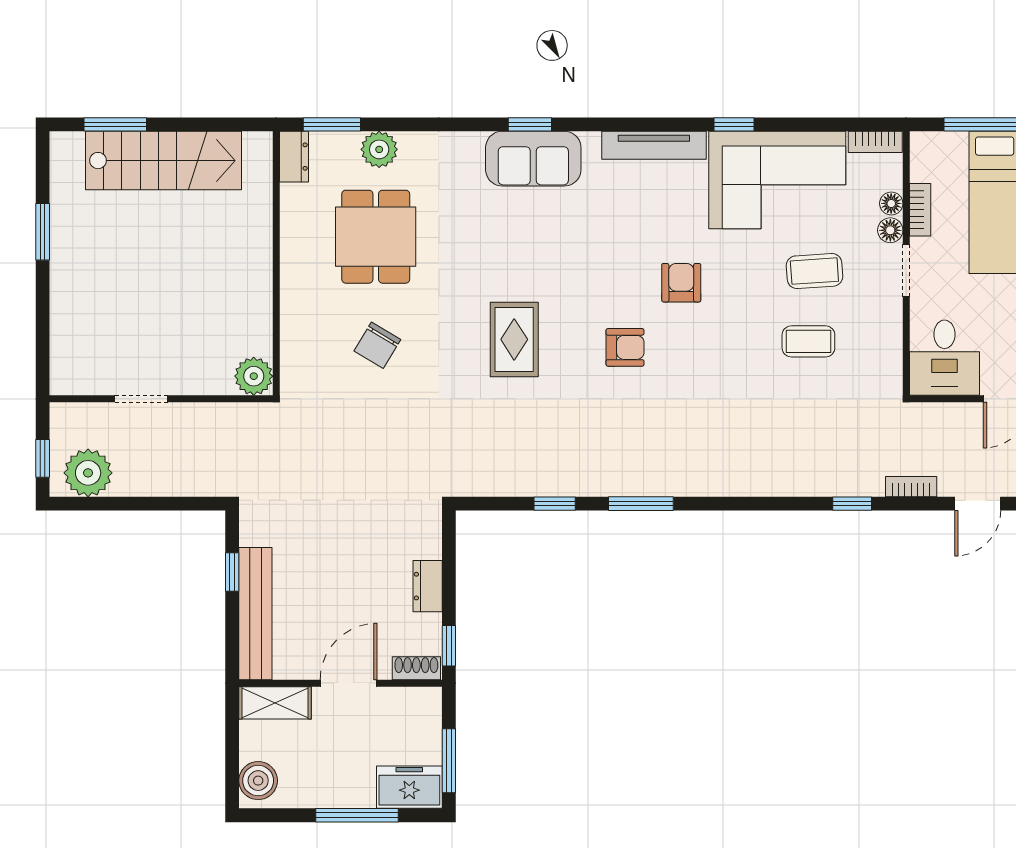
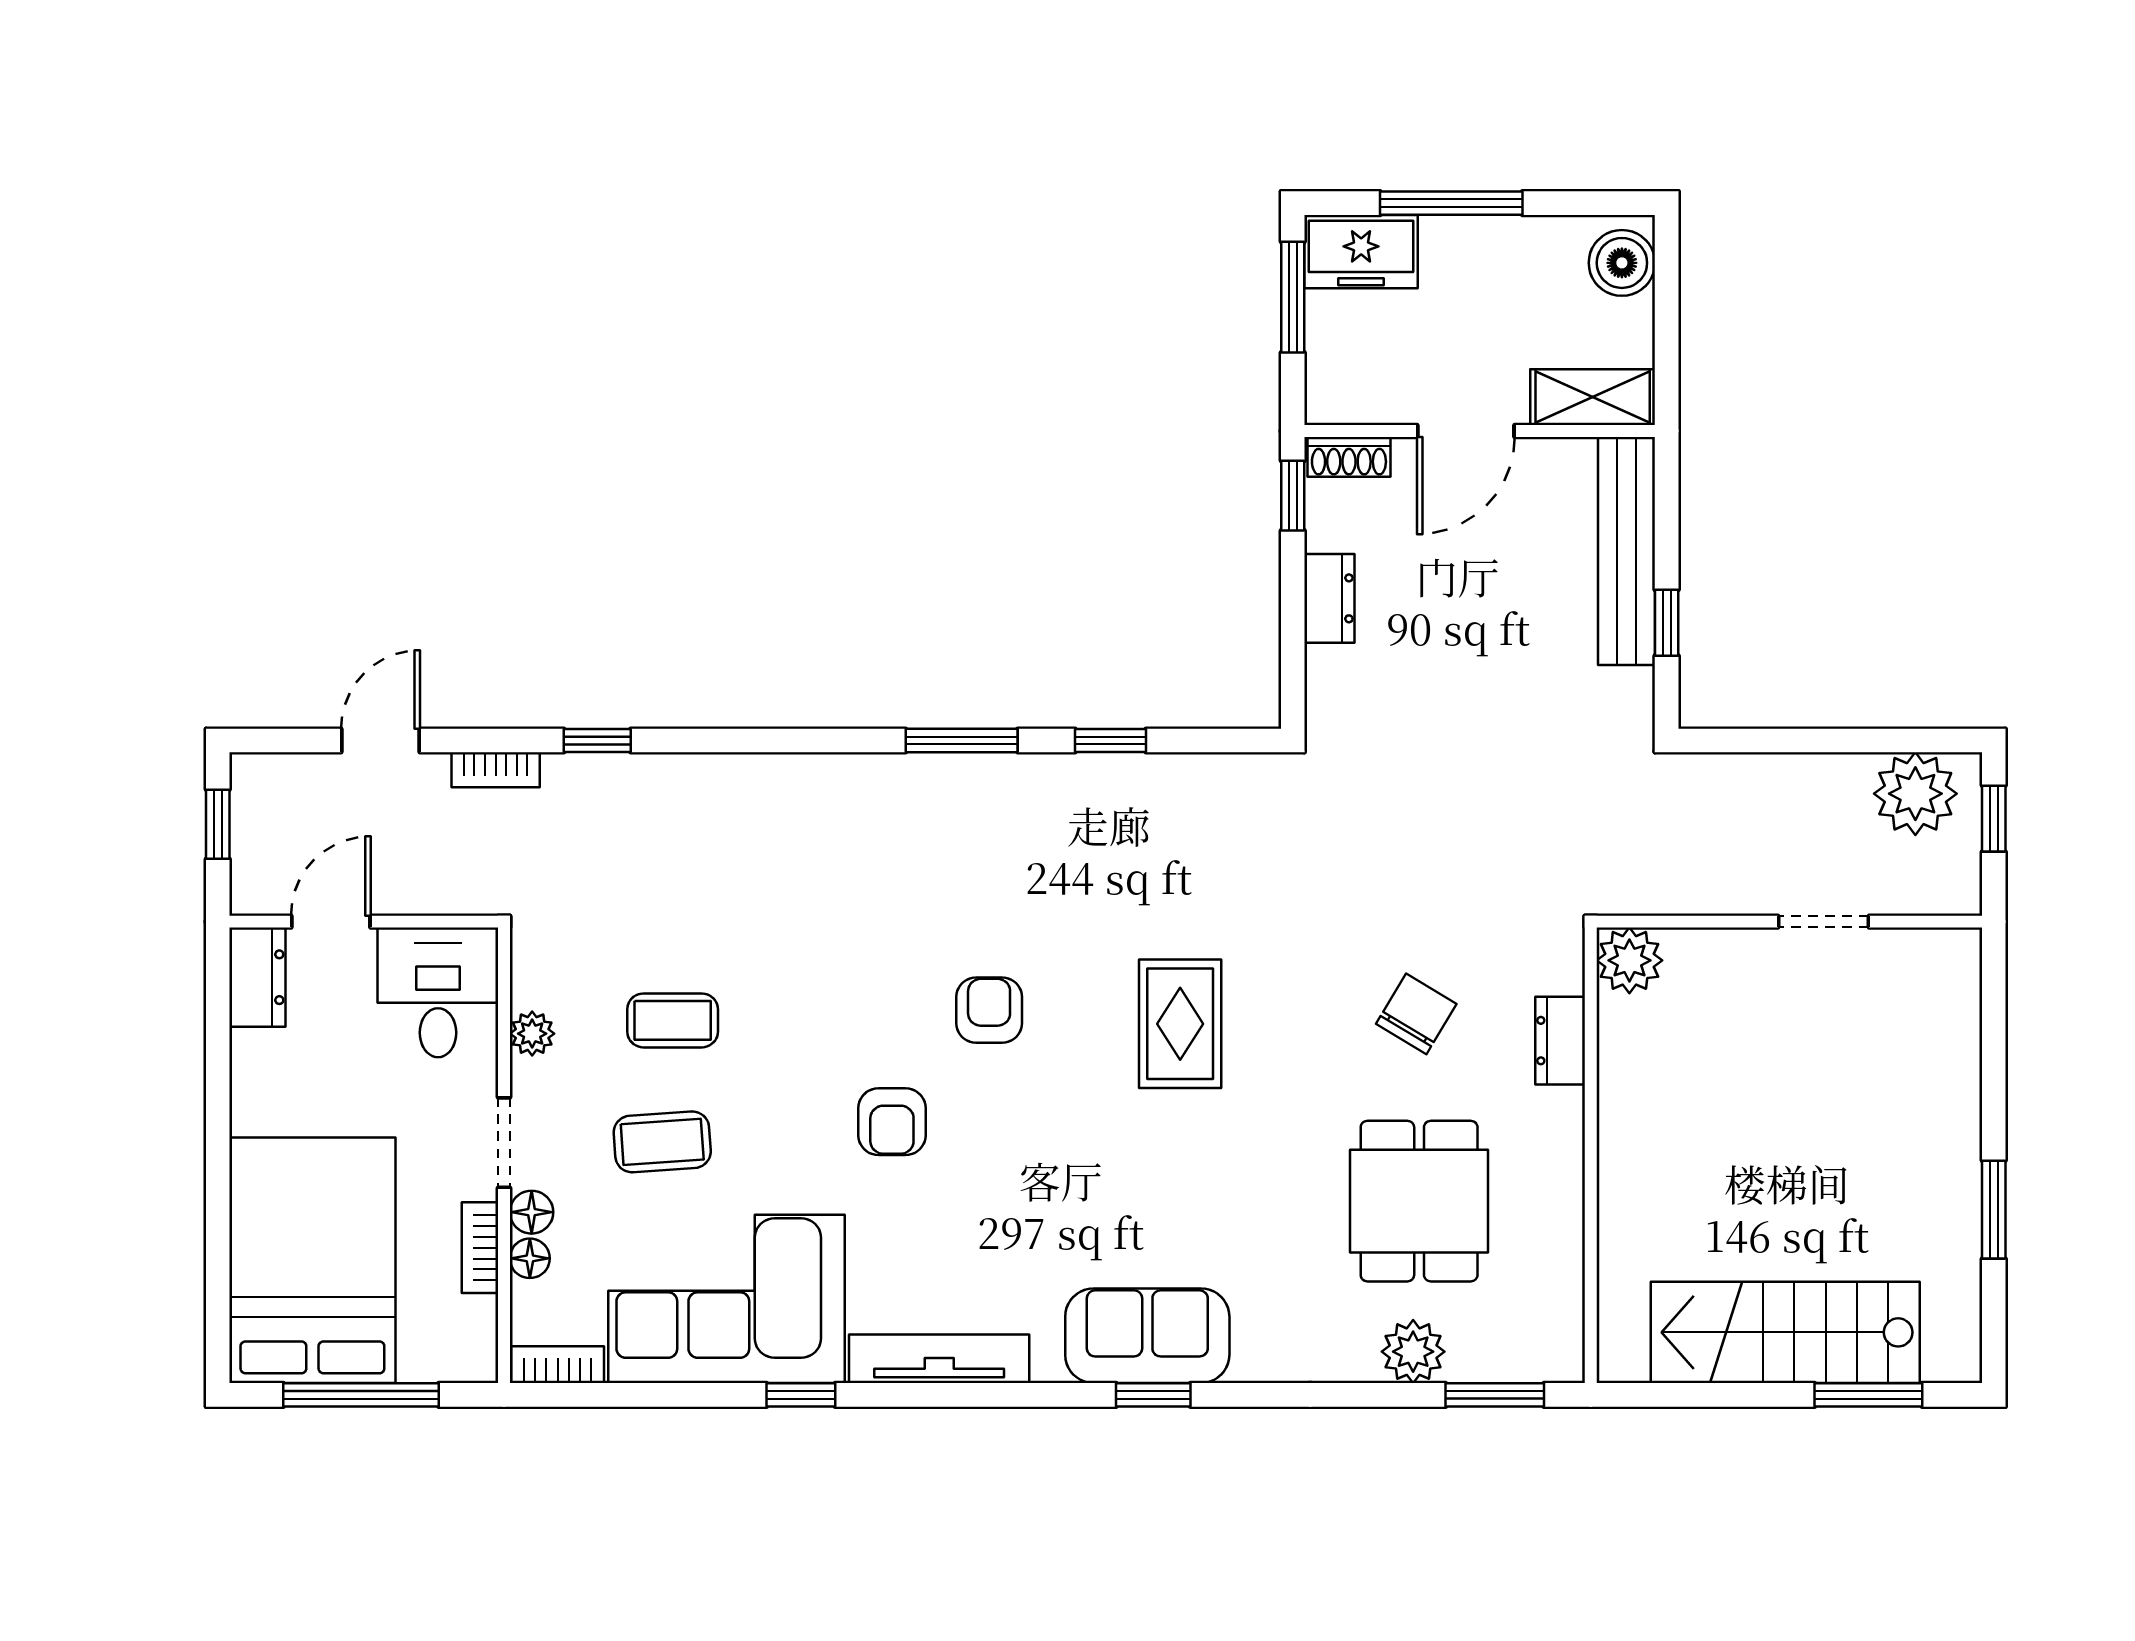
dresser: (294, 157) -> (1560, 1041), moved
plant: (890, 334) -> (532, 1034), added
armchair: (625, 347) -> (989, 1010), turned 90

